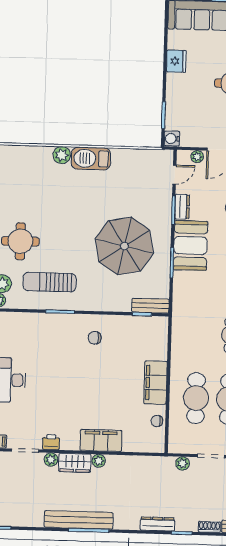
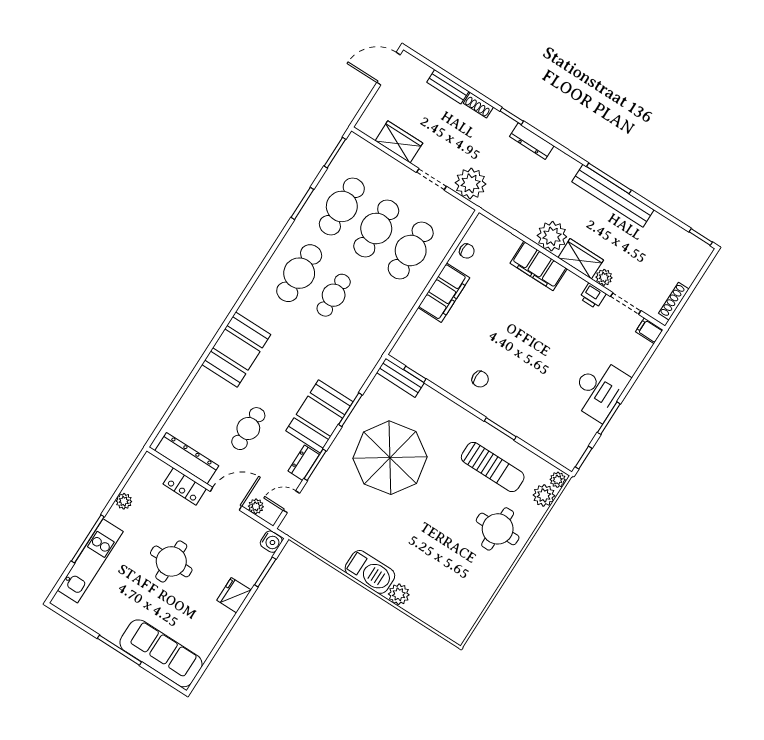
fridge: (176, 61) -> (234, 595), moved
plant: (99, 461) -> (552, 236), width x1.87, depth x1.87
plant: (182, 463) -> (471, 183), width x1.87, depth x1.87

